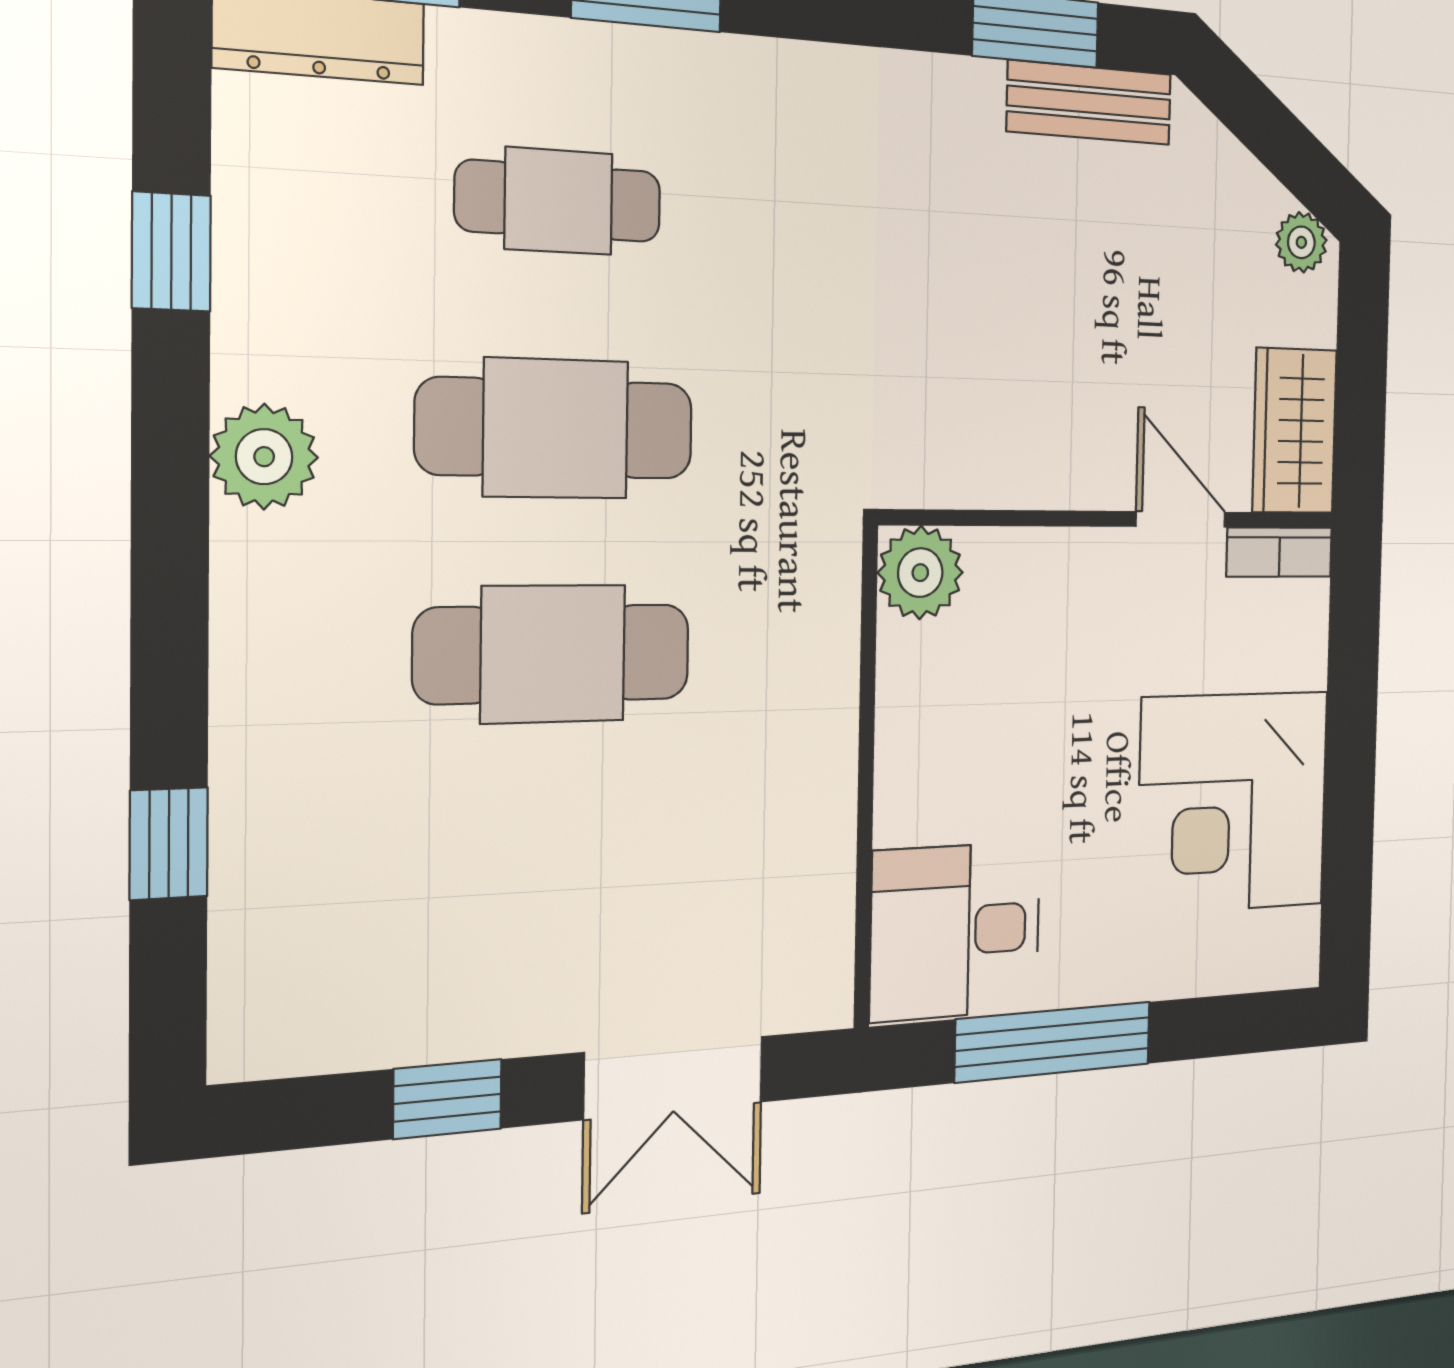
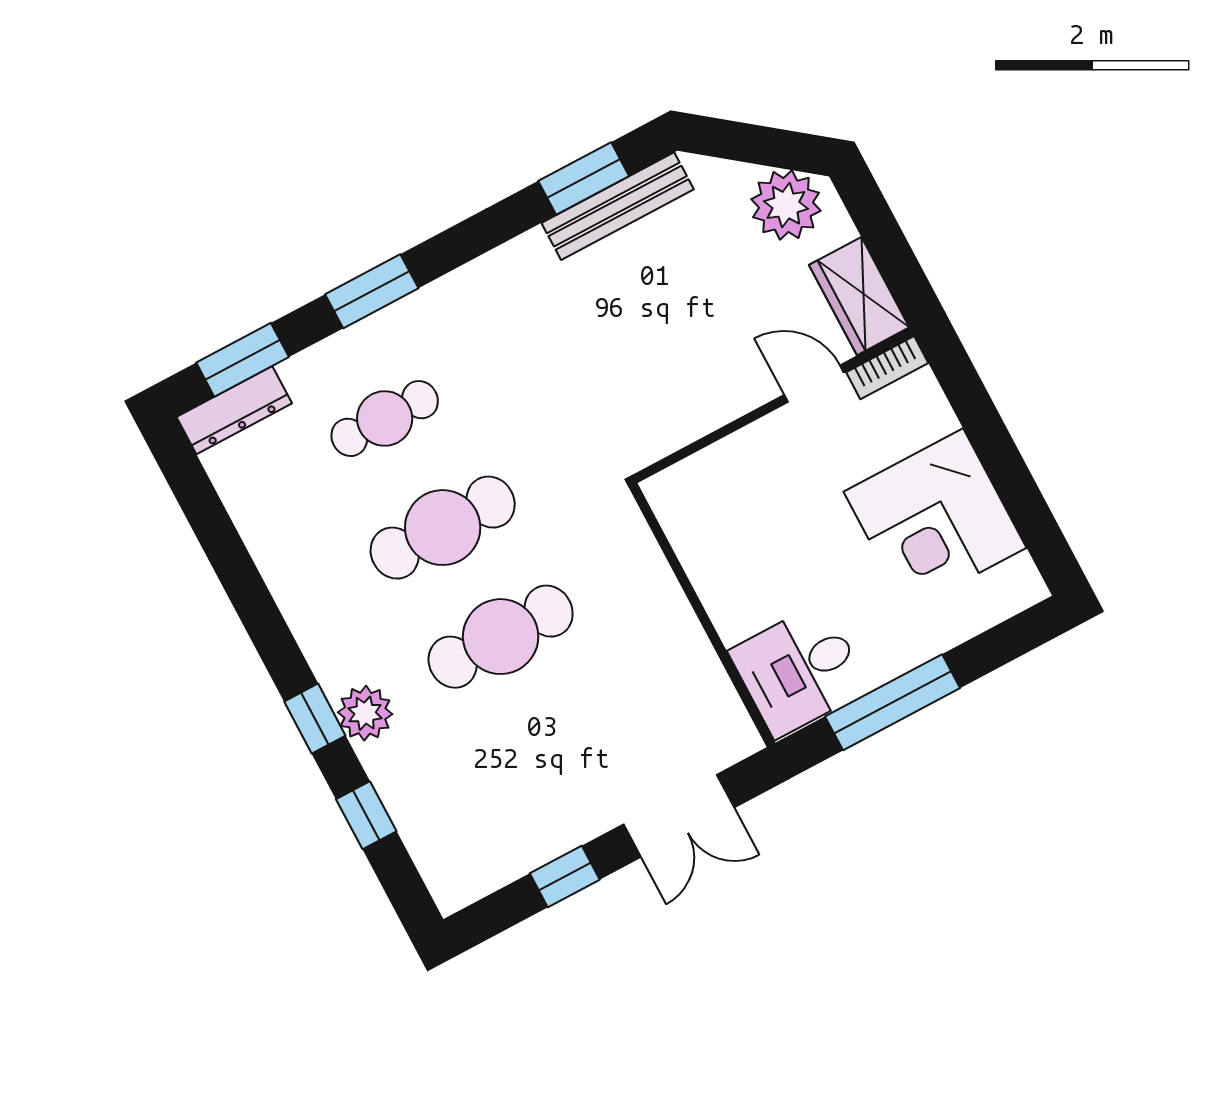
bench: (1090, 103) -> (618, 206), width x1.36
plant: (1301, 242) -> (786, 205), width x1.88, depth x1.88
window: (171, 252) -> (315, 719), moved
plant: (264, 457) -> (365, 713), moved
plant: (920, 573) -> (674, 494), removed

